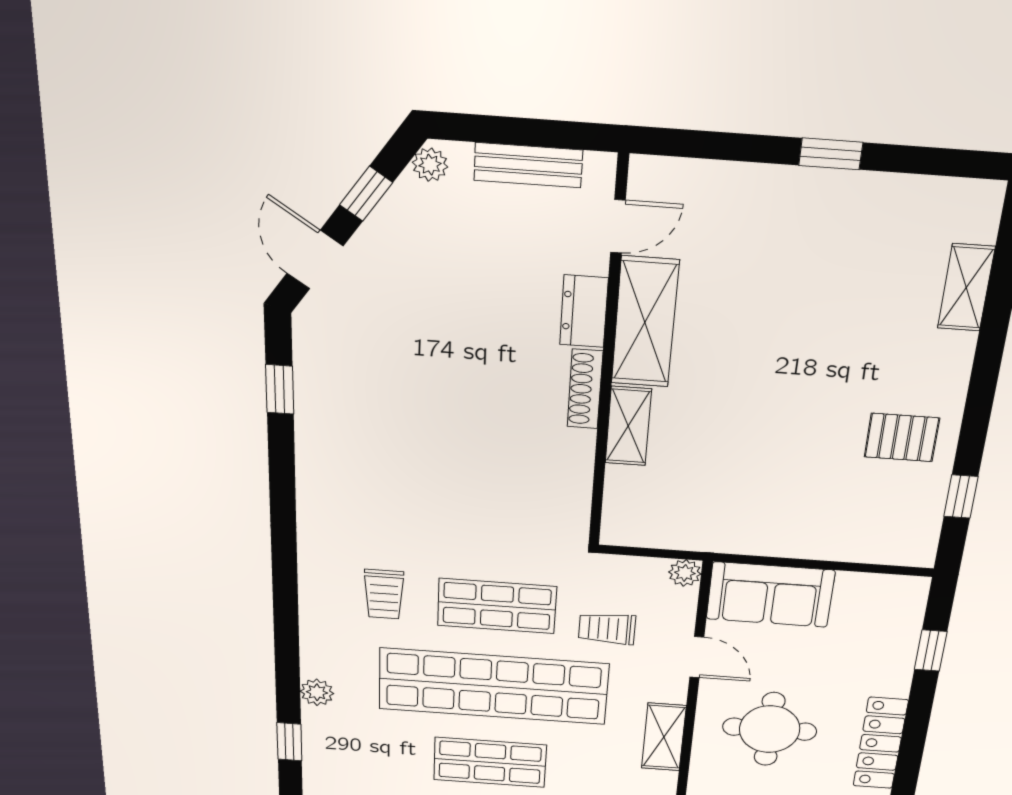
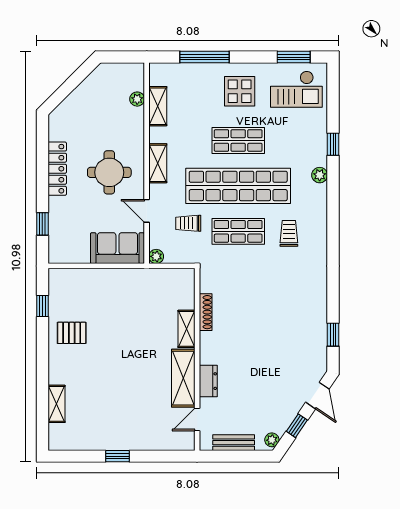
shoe rack: (585, 389) -> (206, 312), moved
trolley: (607, 629) -> (188, 223), turned 180

